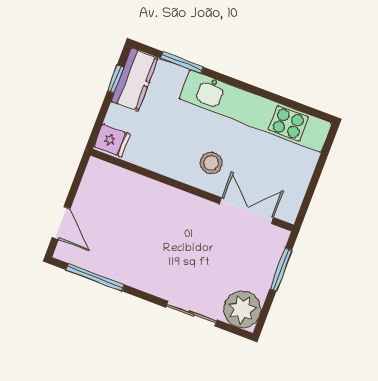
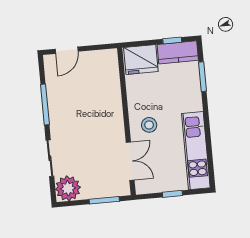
kitchen unit: (256, 111) -> (196, 151), width x0.73
fridge: (112, 141) -> (141, 60), width x1.88, depth x1.34
window: (316, 176) -> (172, 194), added
window: (95, 277) -> (45, 105), moved

